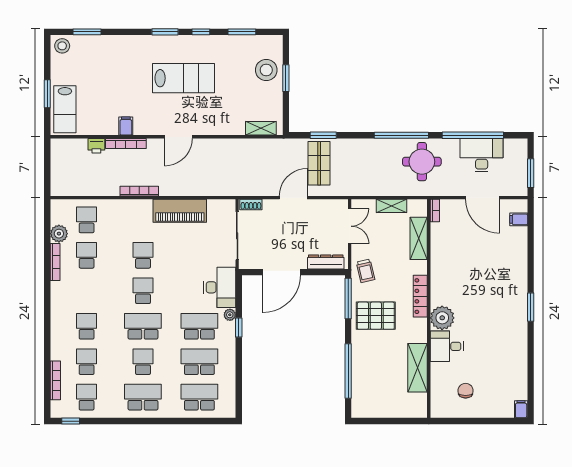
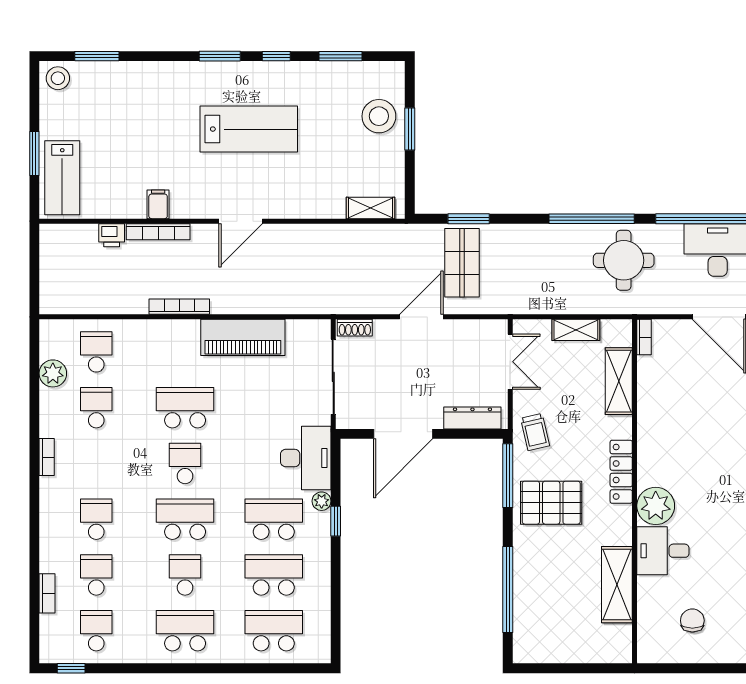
school desk: (143, 255) -> (185, 408), width x1.85
bookcase: (55, 262) -> (47, 457), moved, width x0.64
bookcase: (55, 380) -> (47, 593), width x0.64

